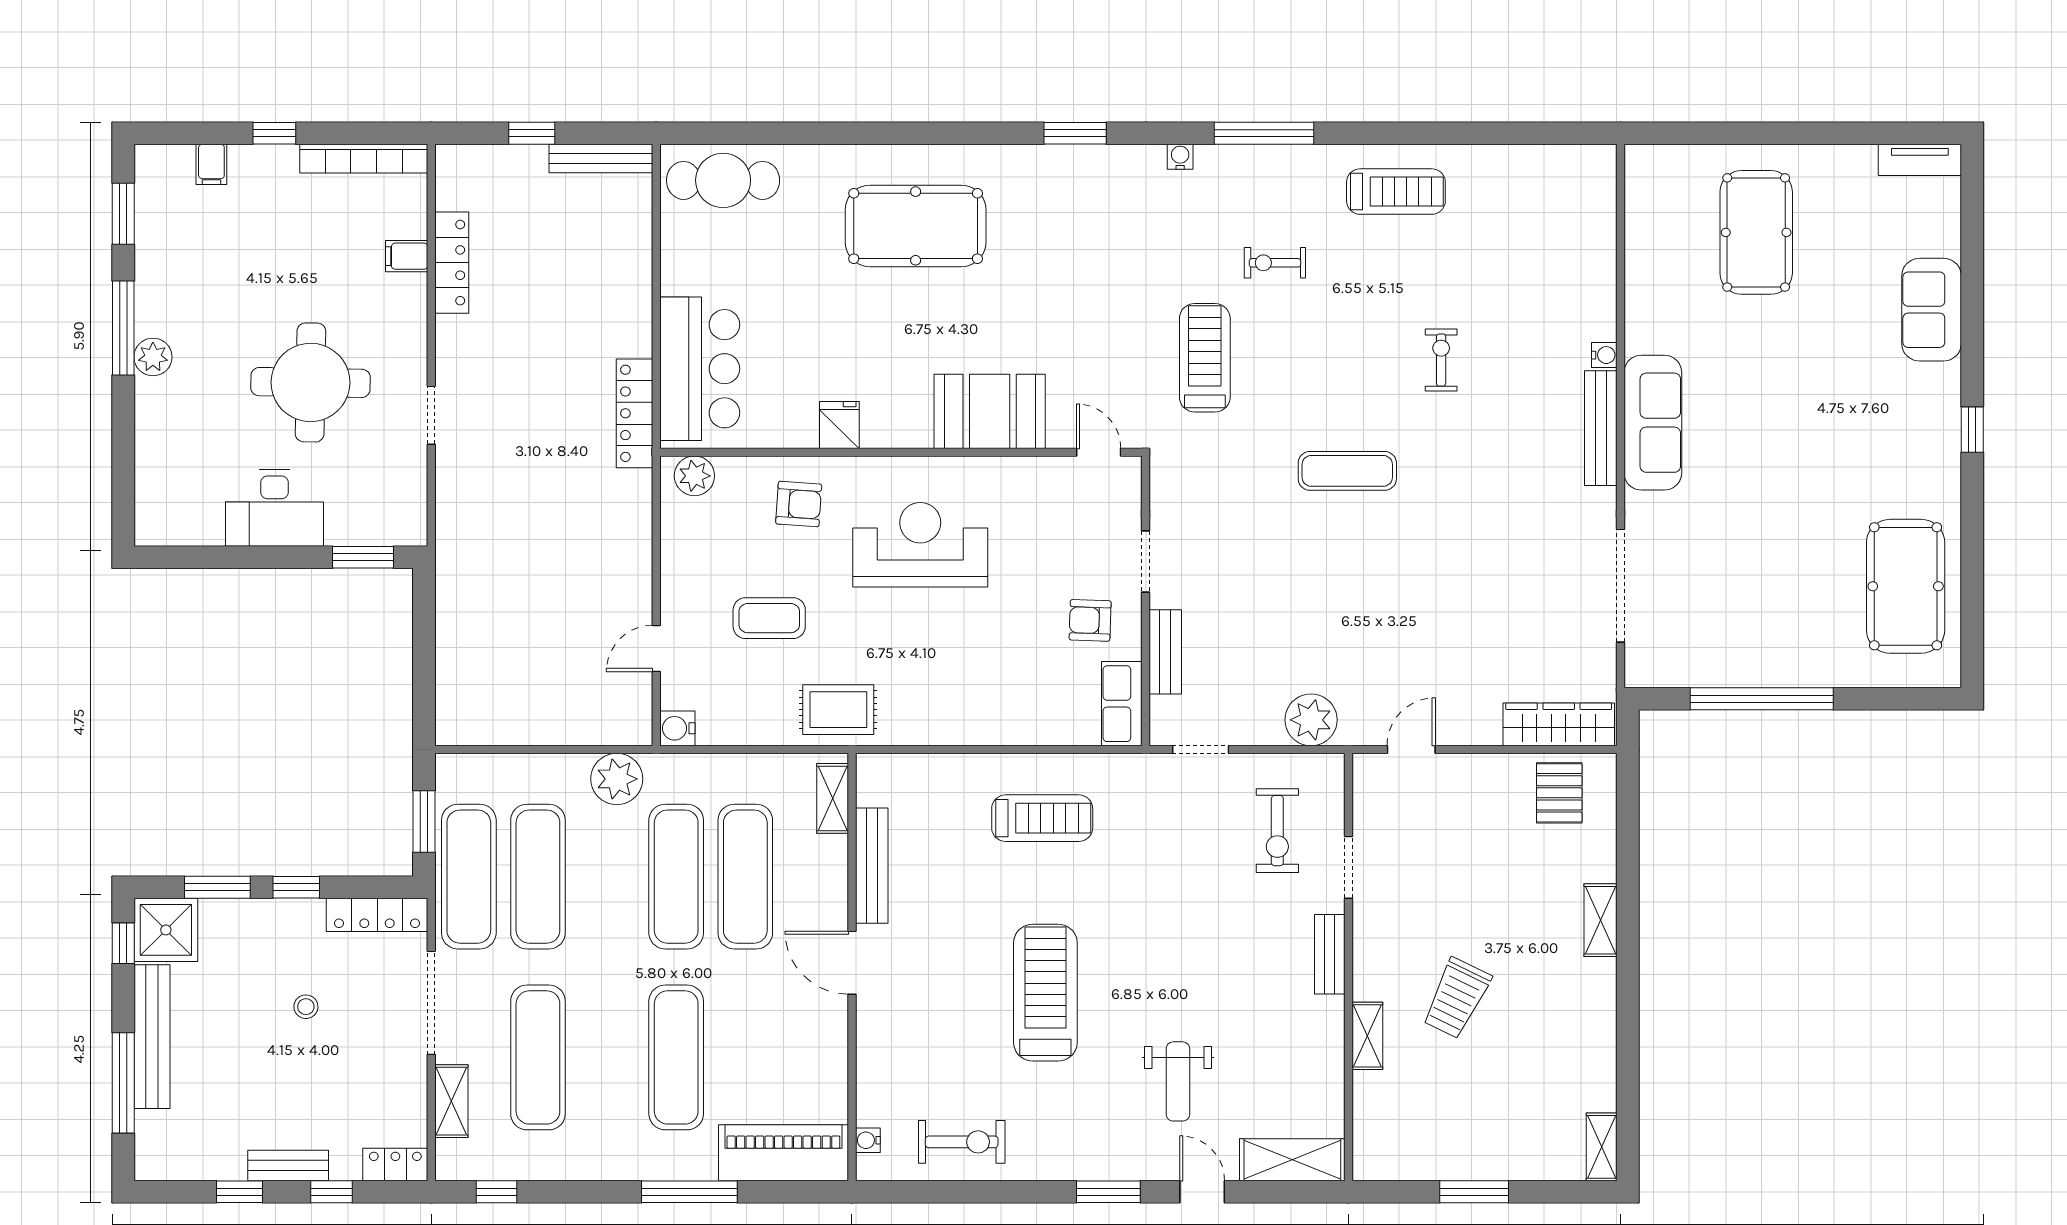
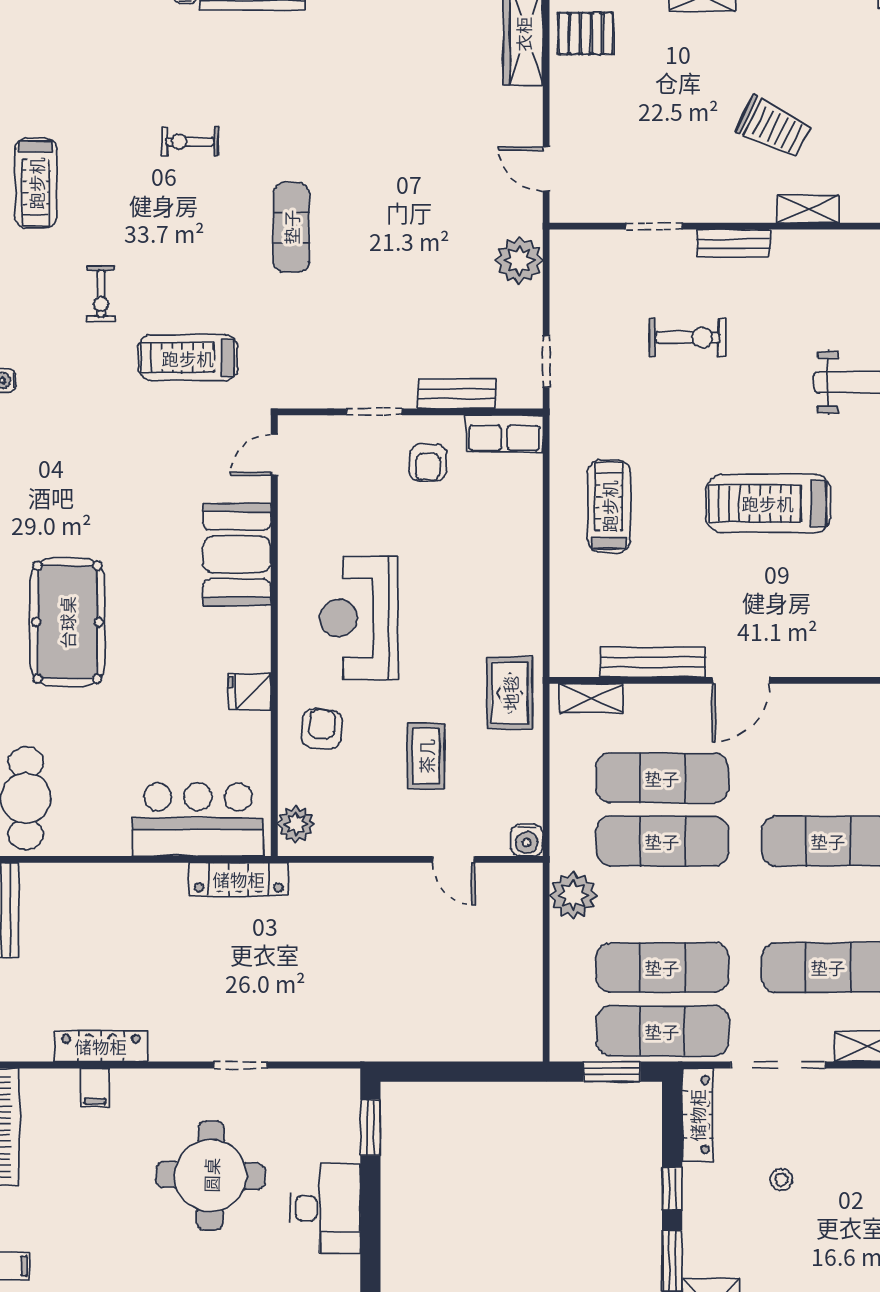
treadmill: (1396, 192) -> (36, 183), turned 180
exercise bike: (1277, 831) -> (688, 338), moved

